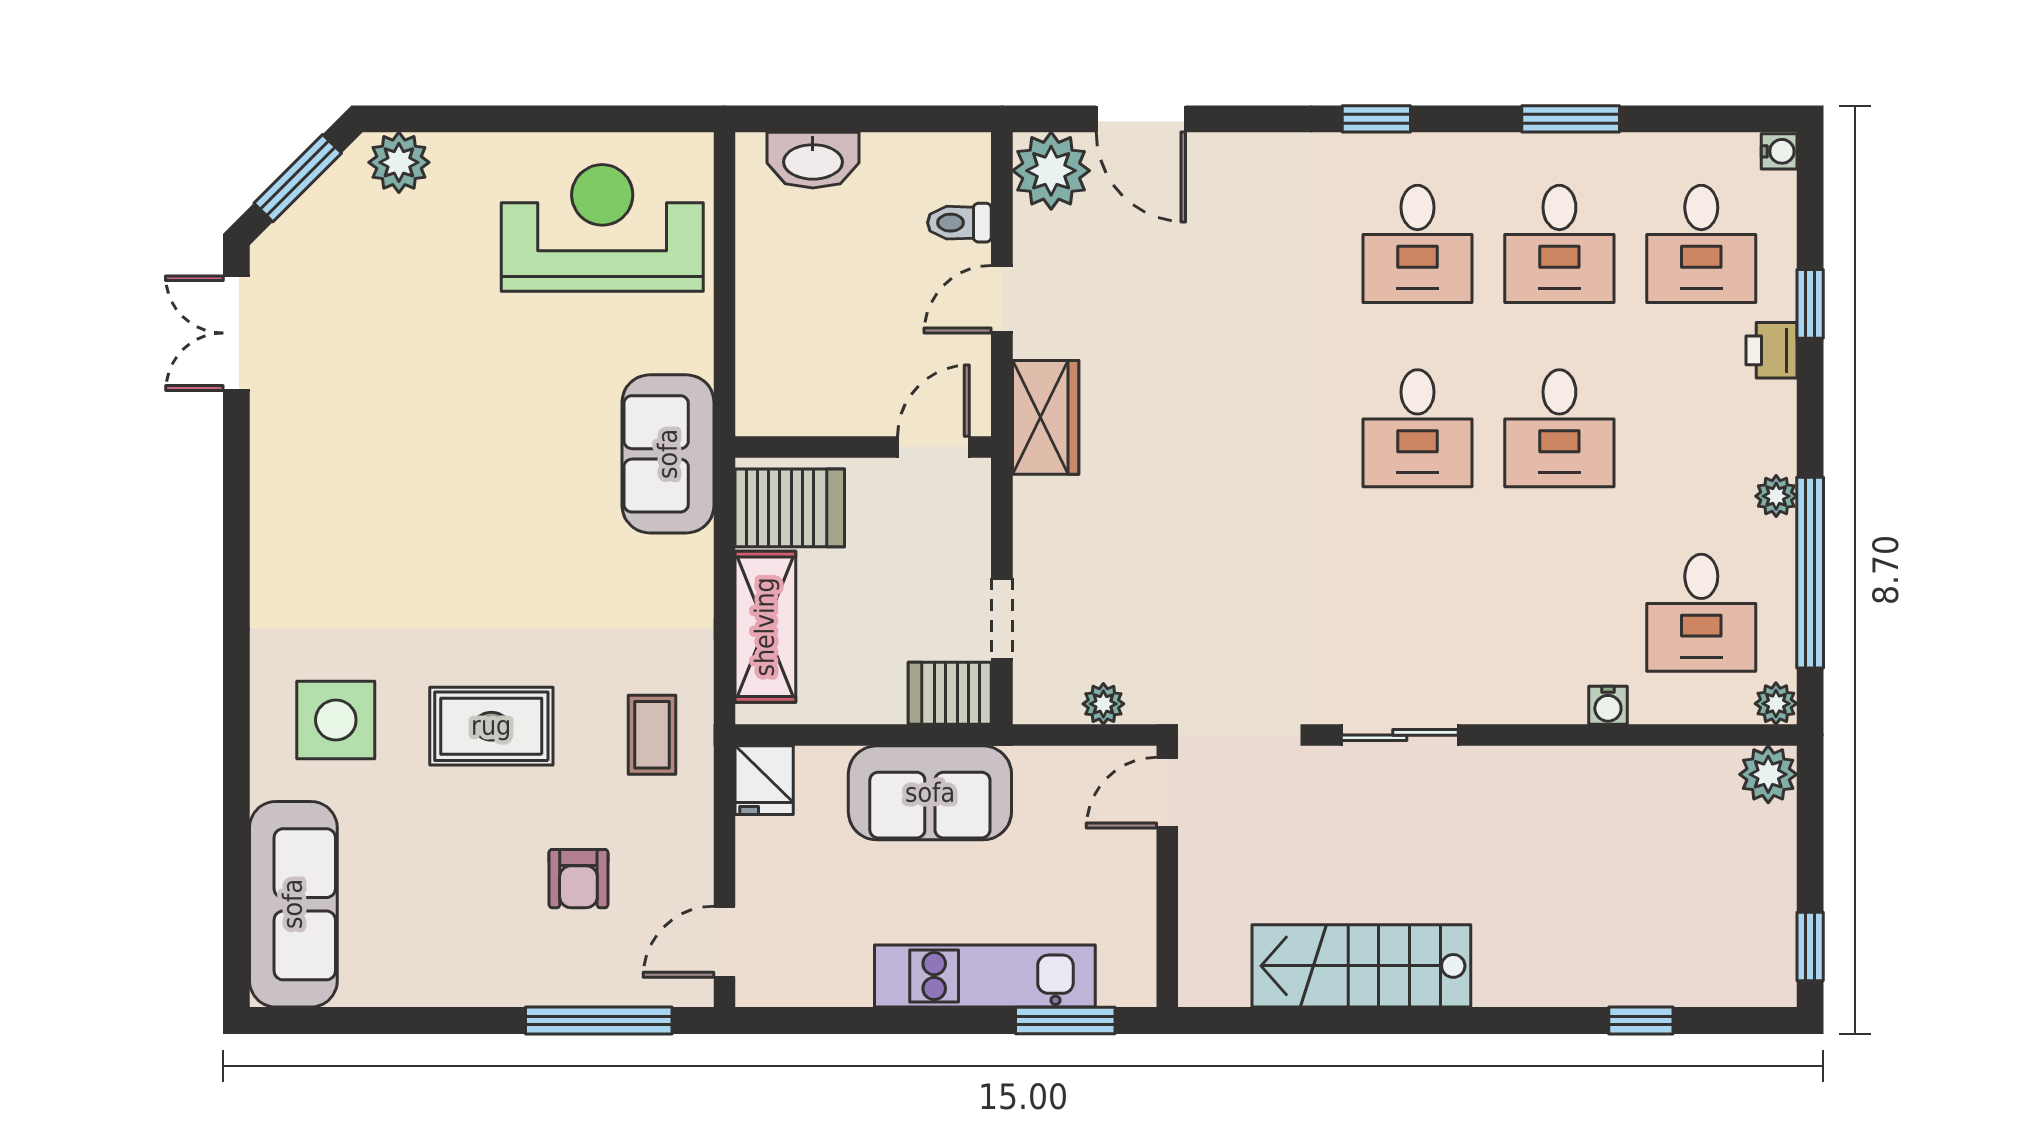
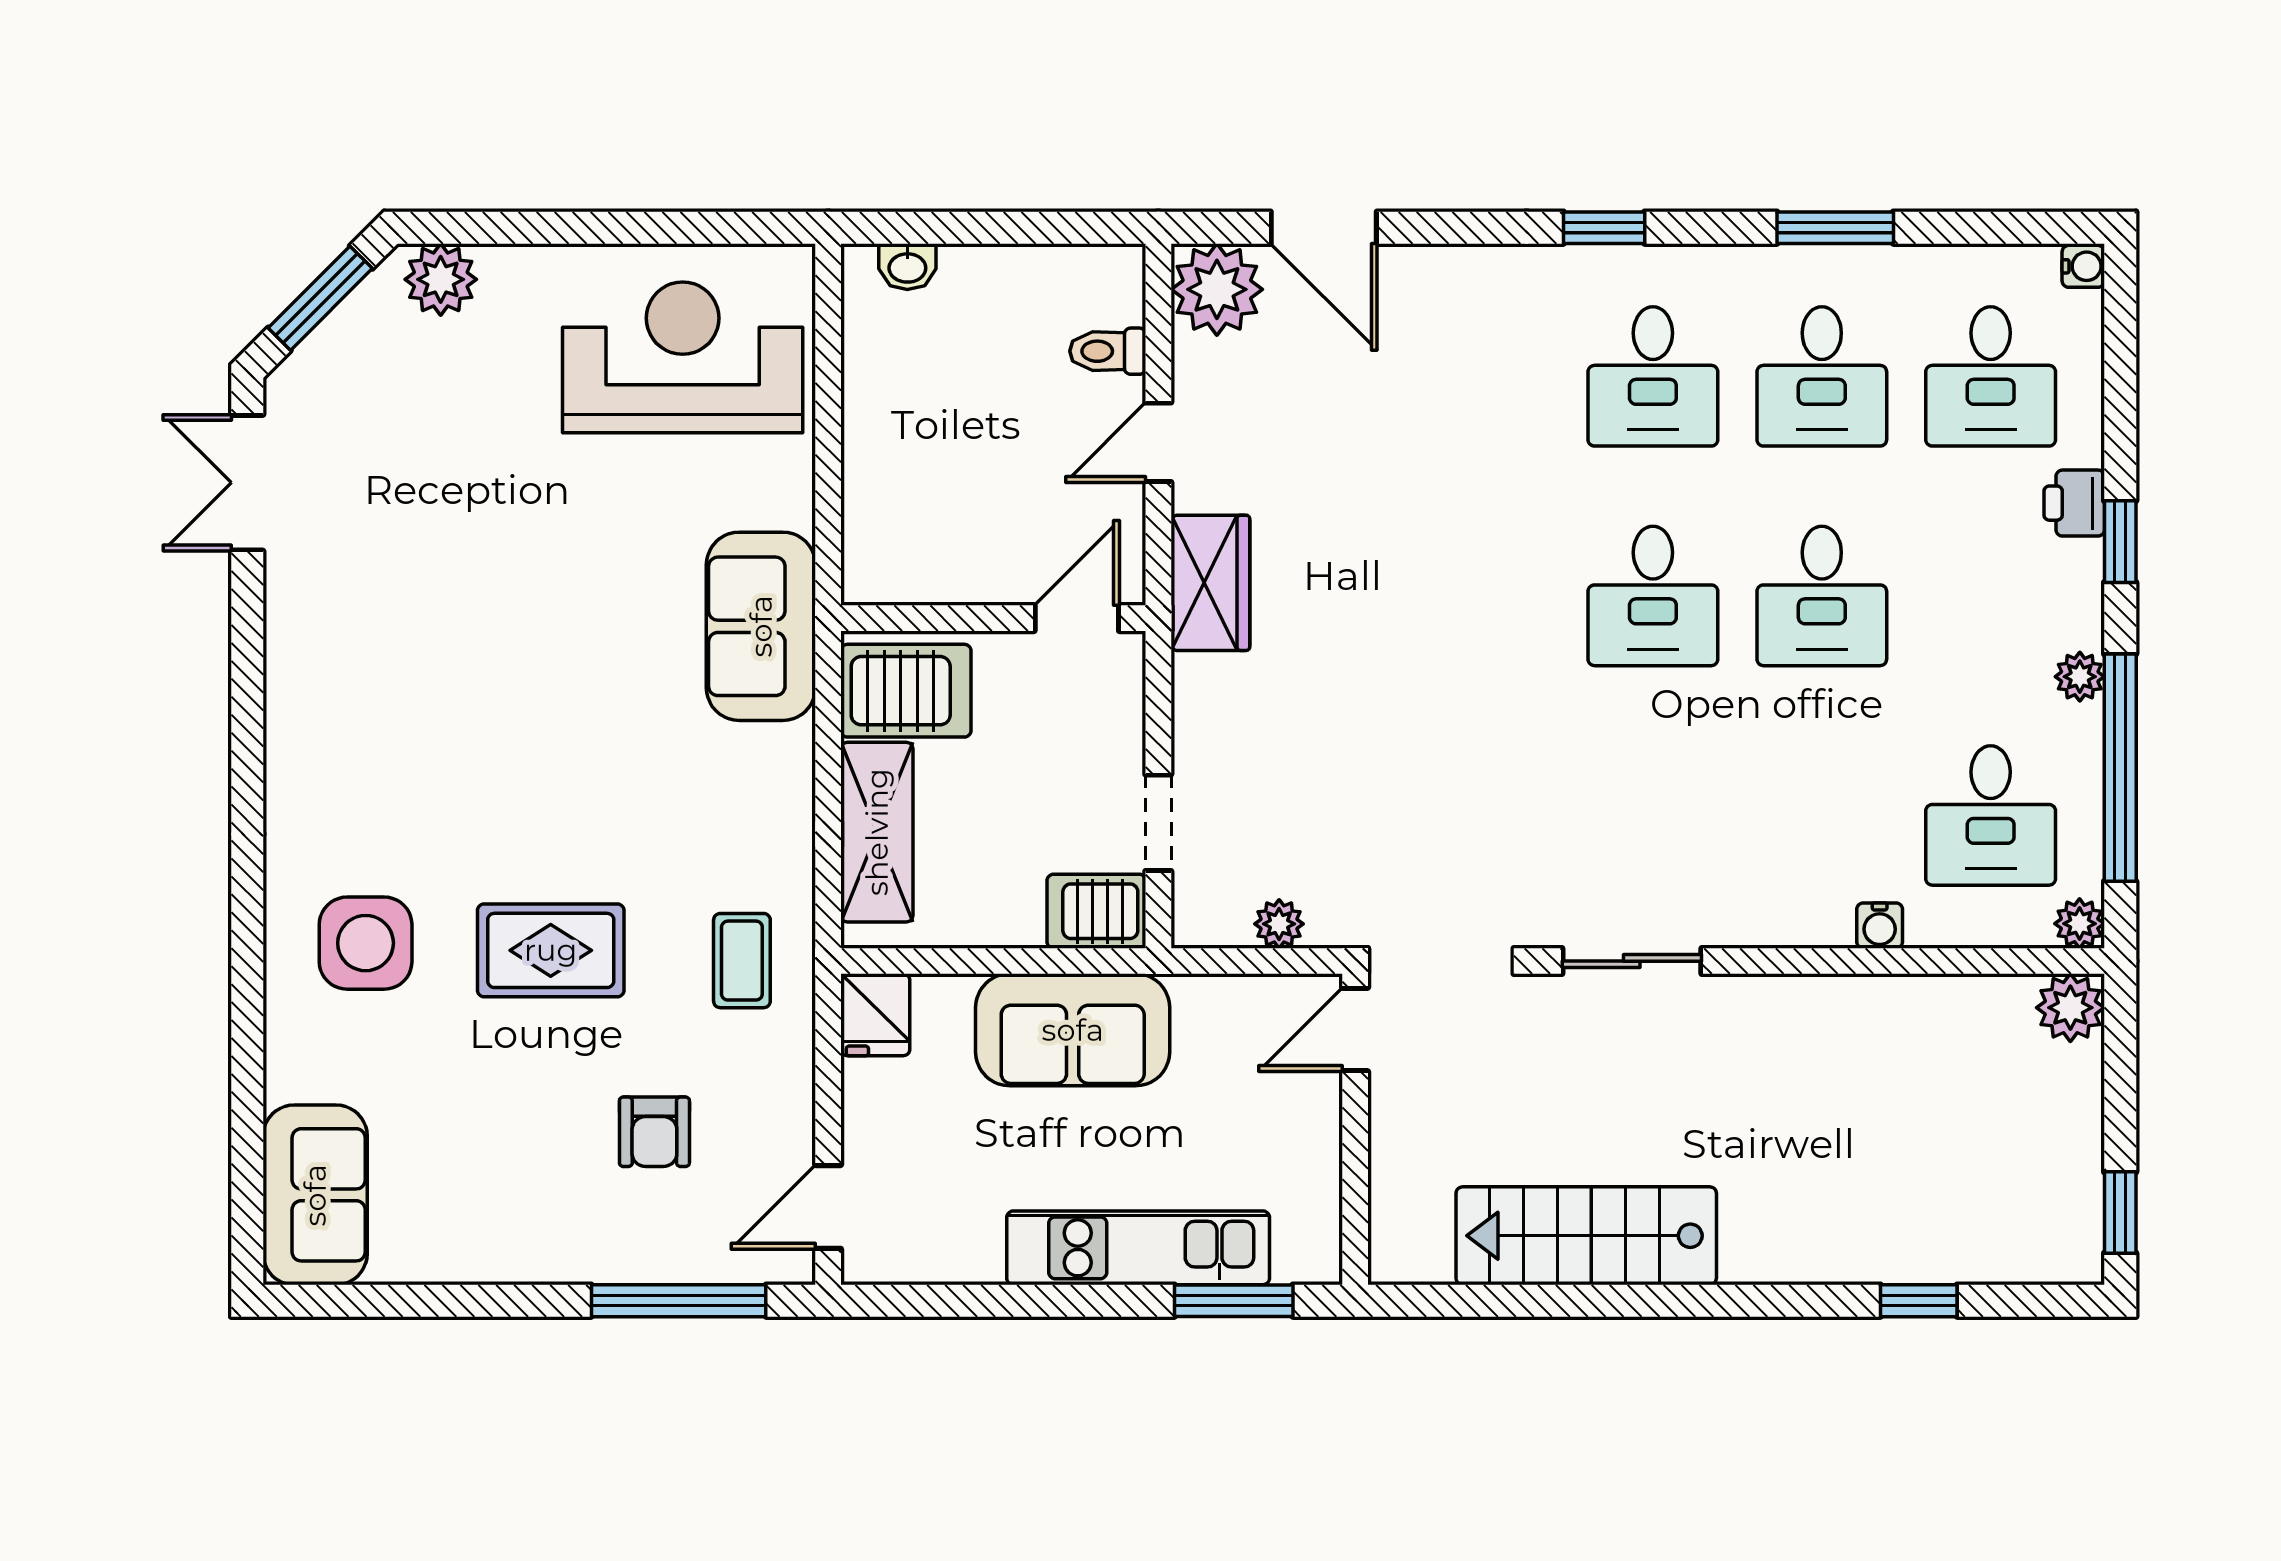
washbasin: (813, 160) -> (907, 267), width x0.52, depth x0.69
window: (1810, 304) -> (2120, 542), moved
sofa: (293, 904) -> (315, 1195), width x0.73

